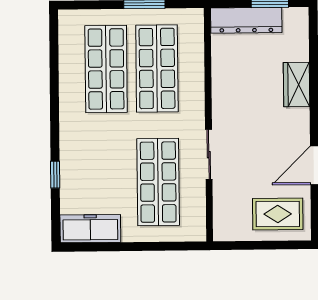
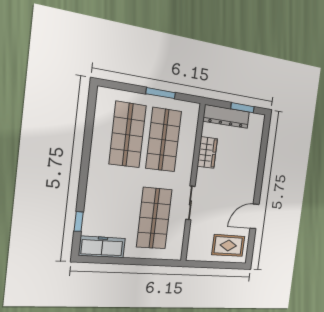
wardrobe: (297, 84) -> (207, 152), moved, turned 180
window: (55, 175) -> (79, 222), moved

